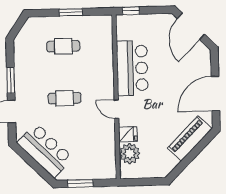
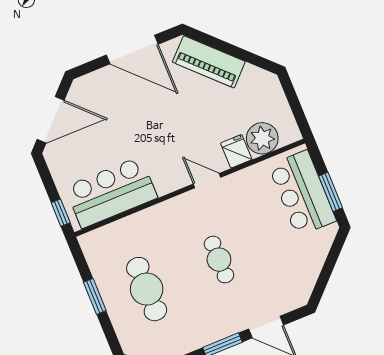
cafe table: (63, 46) -> (147, 289), width x1.37, depth x1.35
bar counter: (132, 68) -> (111, 192), moved
door: (116, 109) -> (207, 181), swing flipped
bar counter: (45, 150) -> (302, 193), moved, turned -45

